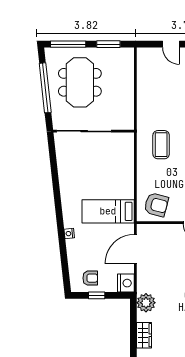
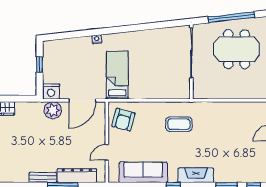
door: (135, 249) -> (82, 100), swing flipped
armchair: (90, 278) -> (56, 59), removed
plant: (146, 303) -> (53, 110), moved

